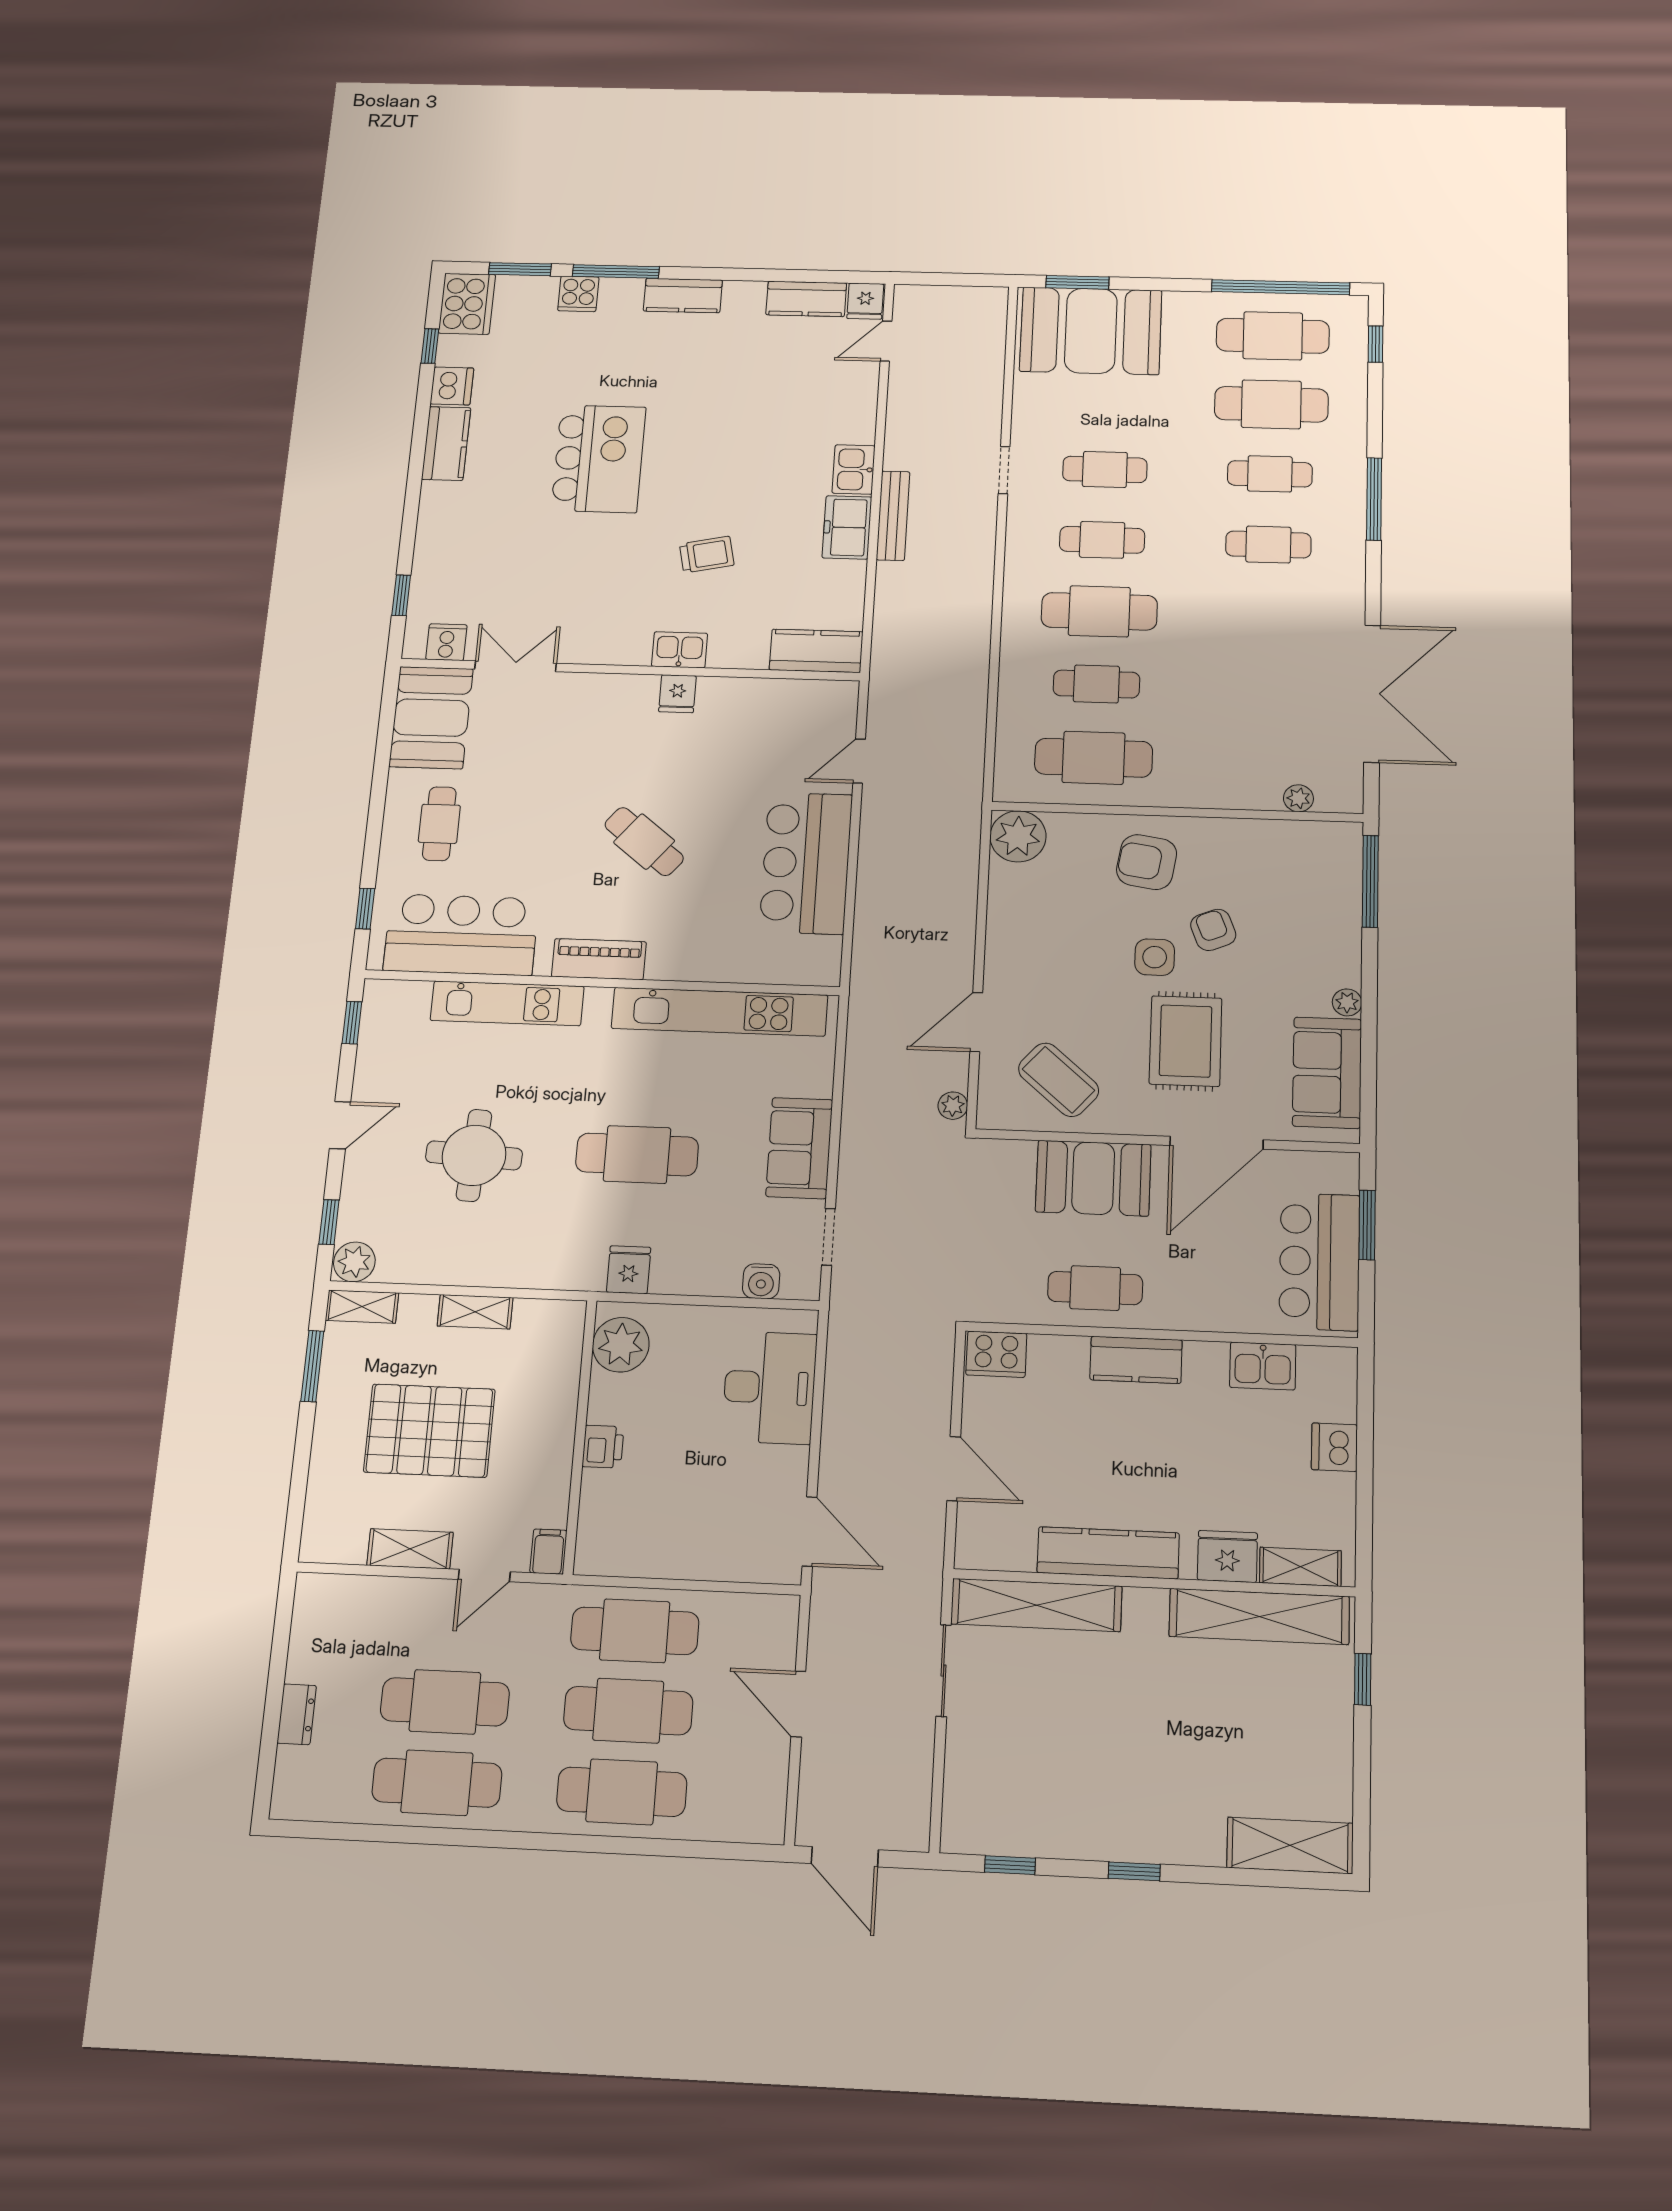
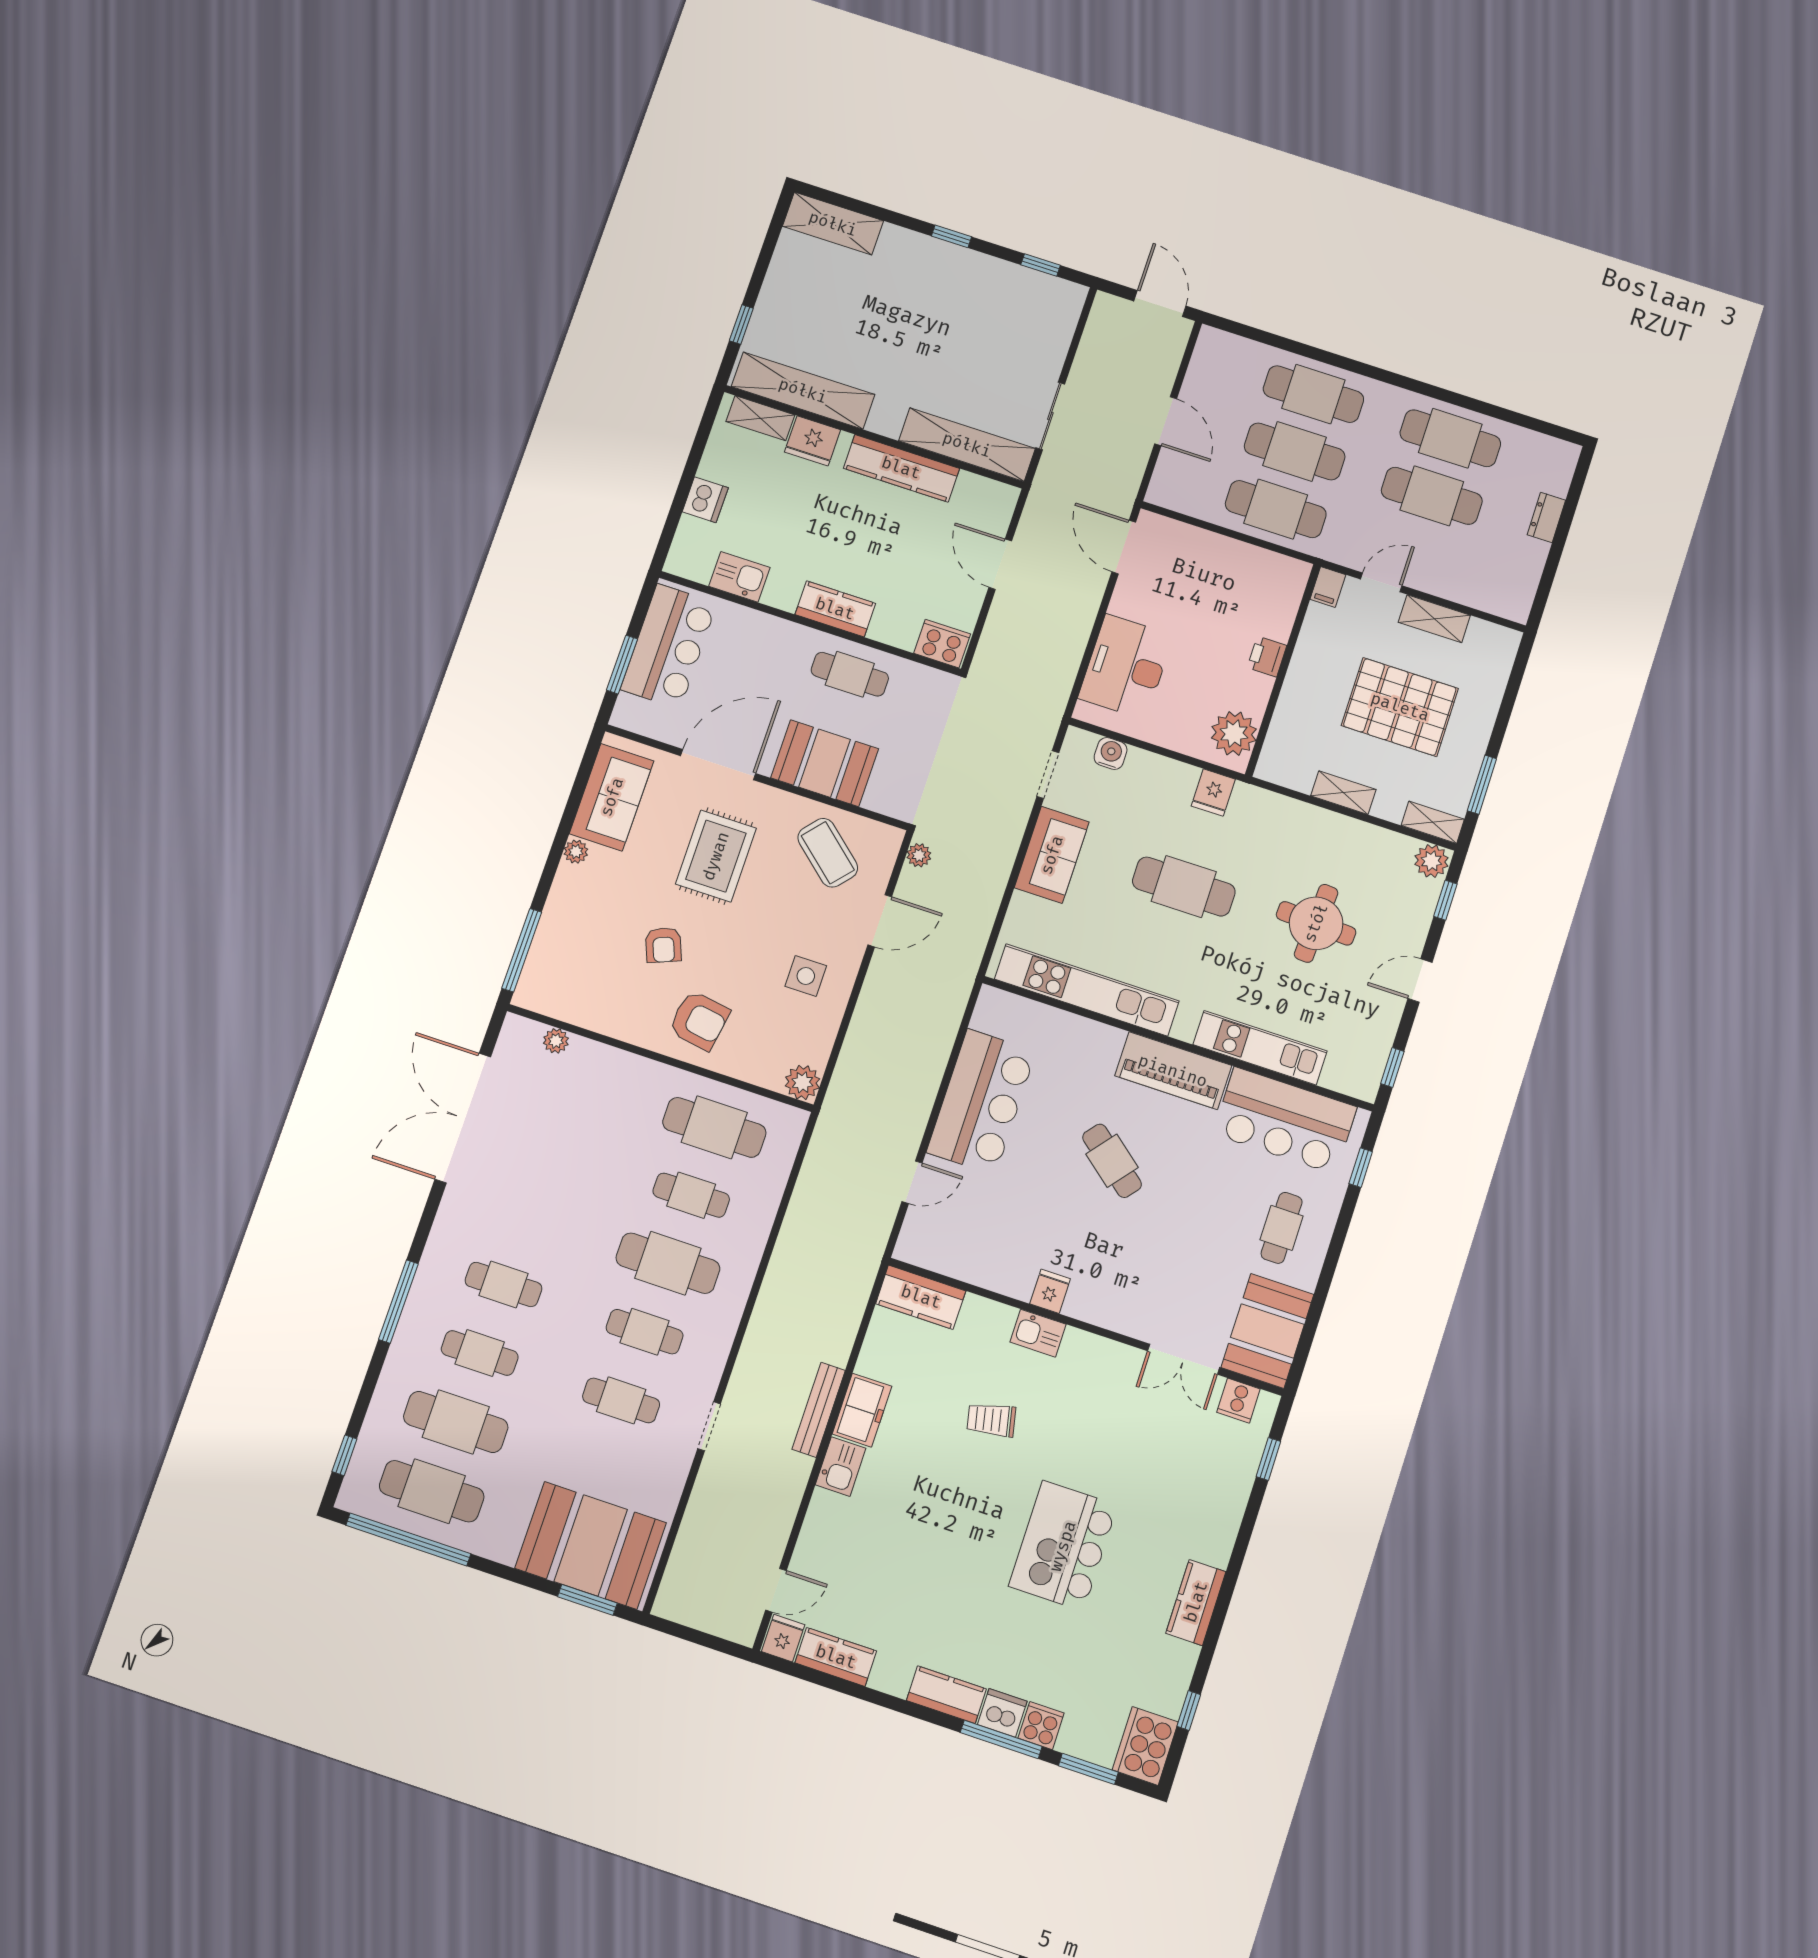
dishwasher: (452, 386) -> (1002, 1713), moved, turned 90
plant: (1018, 836) -> (802, 1082), width x0.73, depth x0.73
side table: (1155, 957) -> (806, 976), moved
piano: (599, 959) -> (1173, 1071), width x1.37, depth x1.33

